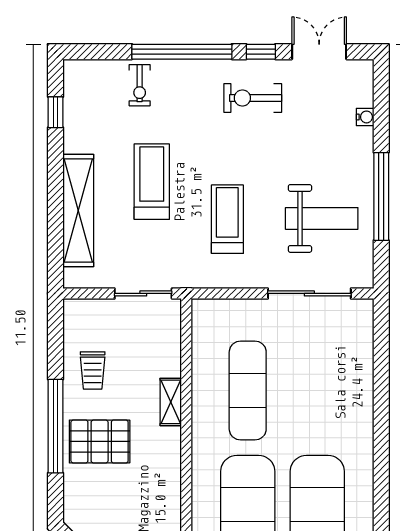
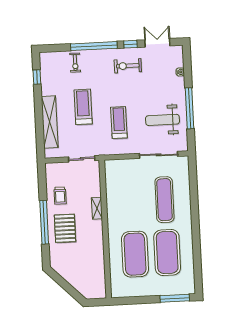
weight bench: (322, 218) -> (163, 120), turned 180
exercise mat: (248, 391) -> (164, 200), moved
pallet: (100, 441) -> (65, 228), turned 90

